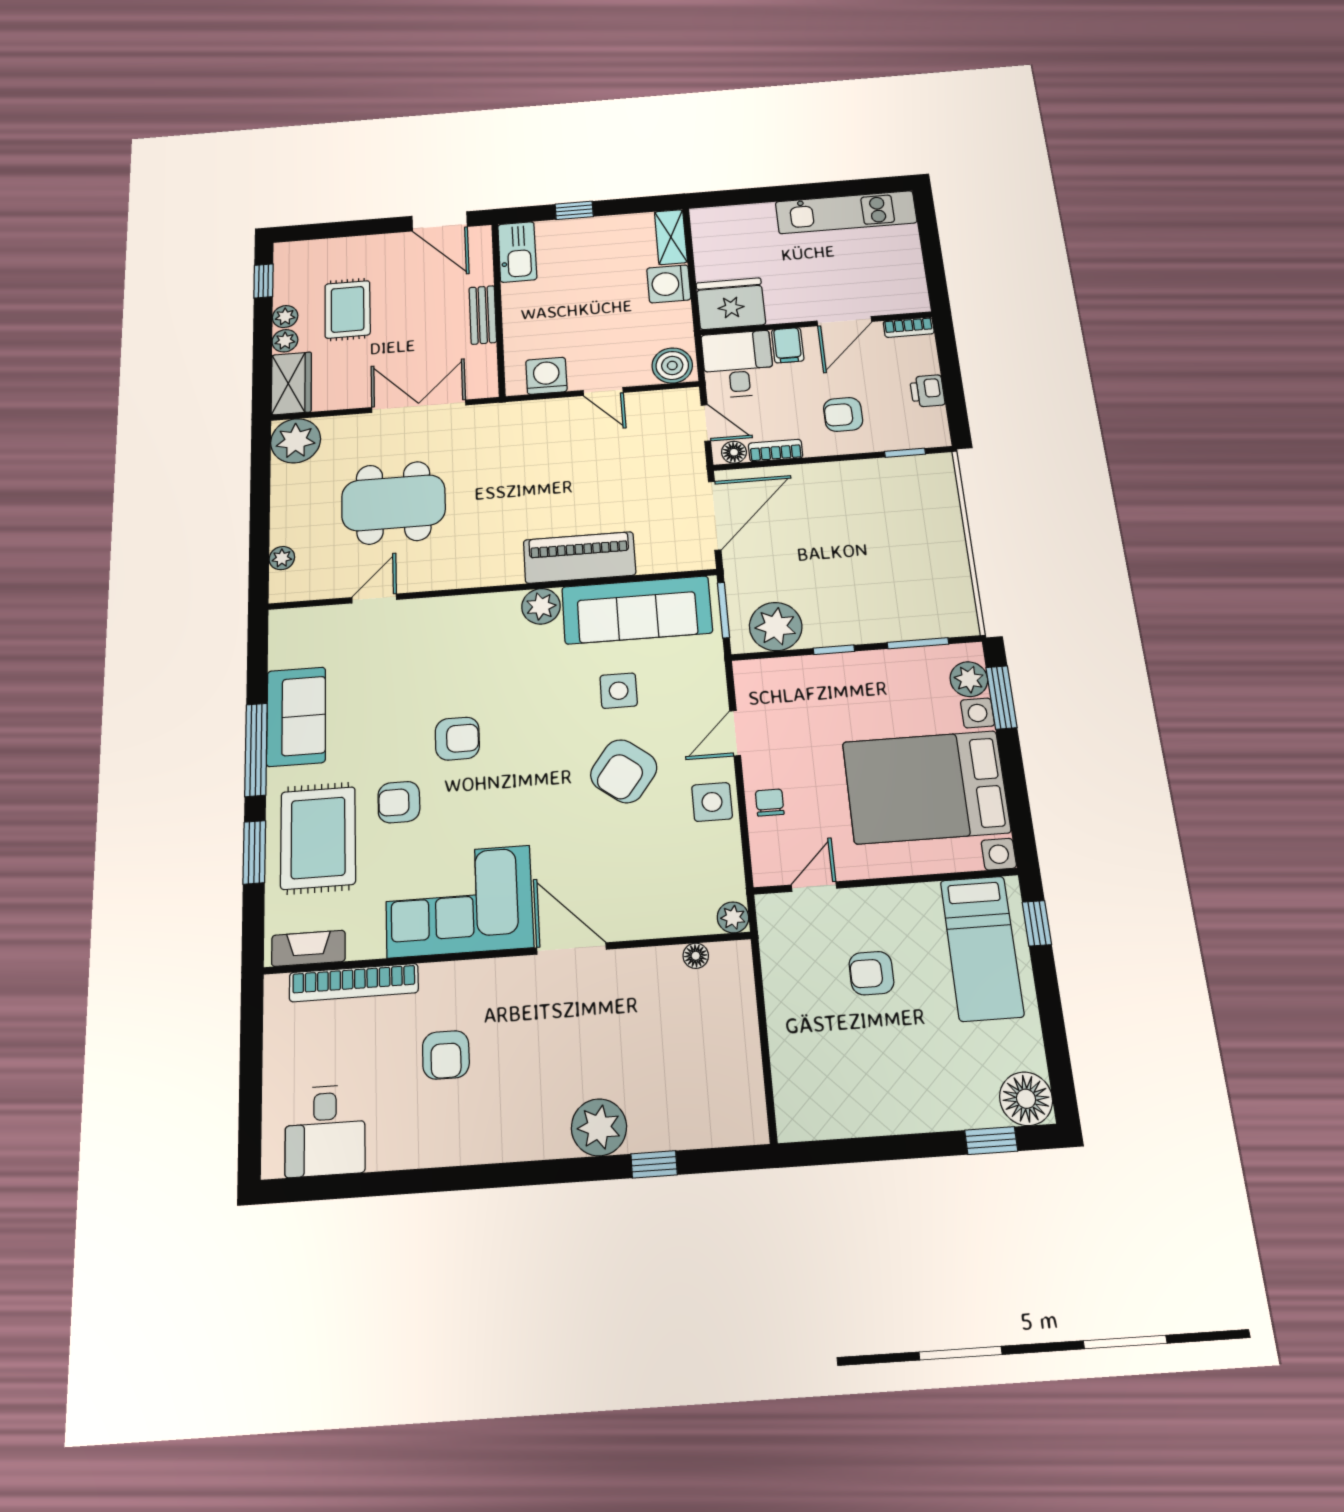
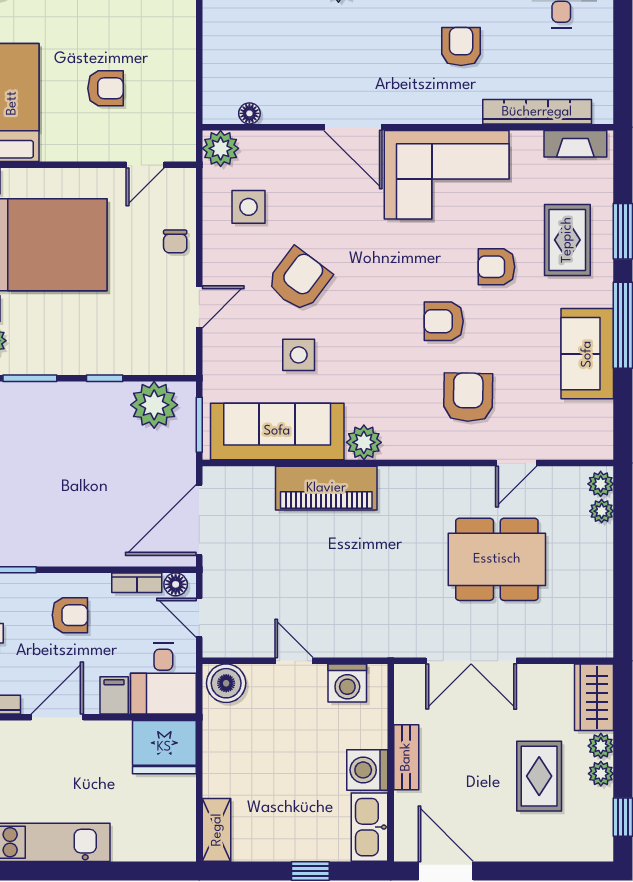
washing machine: (669, 284) -> (367, 770), moved, turned 180
plant: (296, 441) -> (601, 484), moved, width x0.53, depth x0.53
armchair: (428, 661) -> (468, 397), added
armchair: (399, 802) -> (496, 267), turned 180
side table: (712, 802) -> (248, 207), moved
rug: (318, 838) -> (567, 240), width x0.73, depth x0.70
plant: (733, 917) -> (221, 148), width x1.38, depth x1.38

